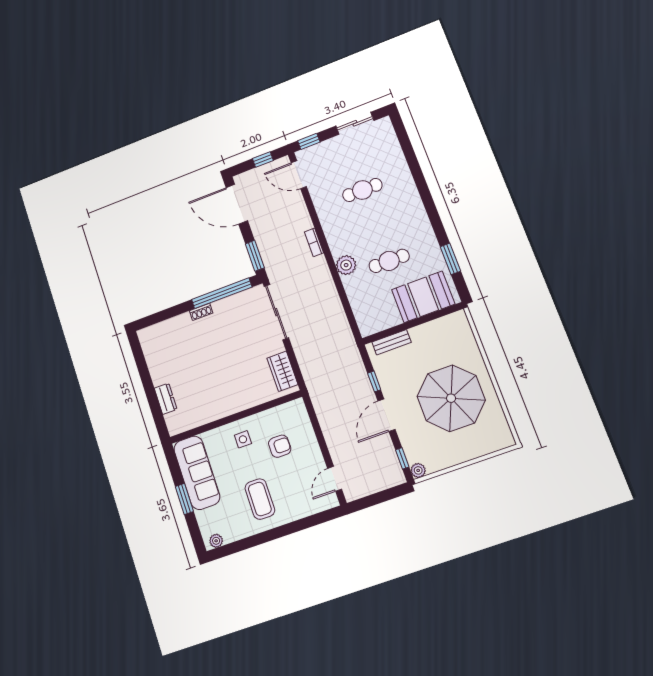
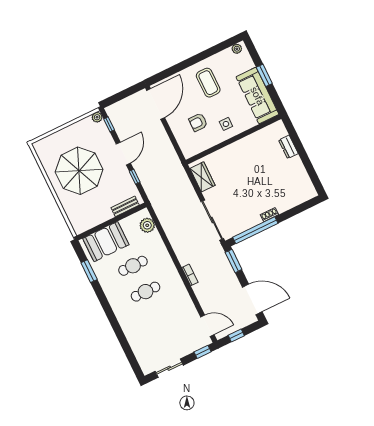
cafe table: (362, 190) -> (146, 292), moved
plant: (346, 265) -> (147, 225), moved
door: (335, 479) -> (156, 104), width x1.87

